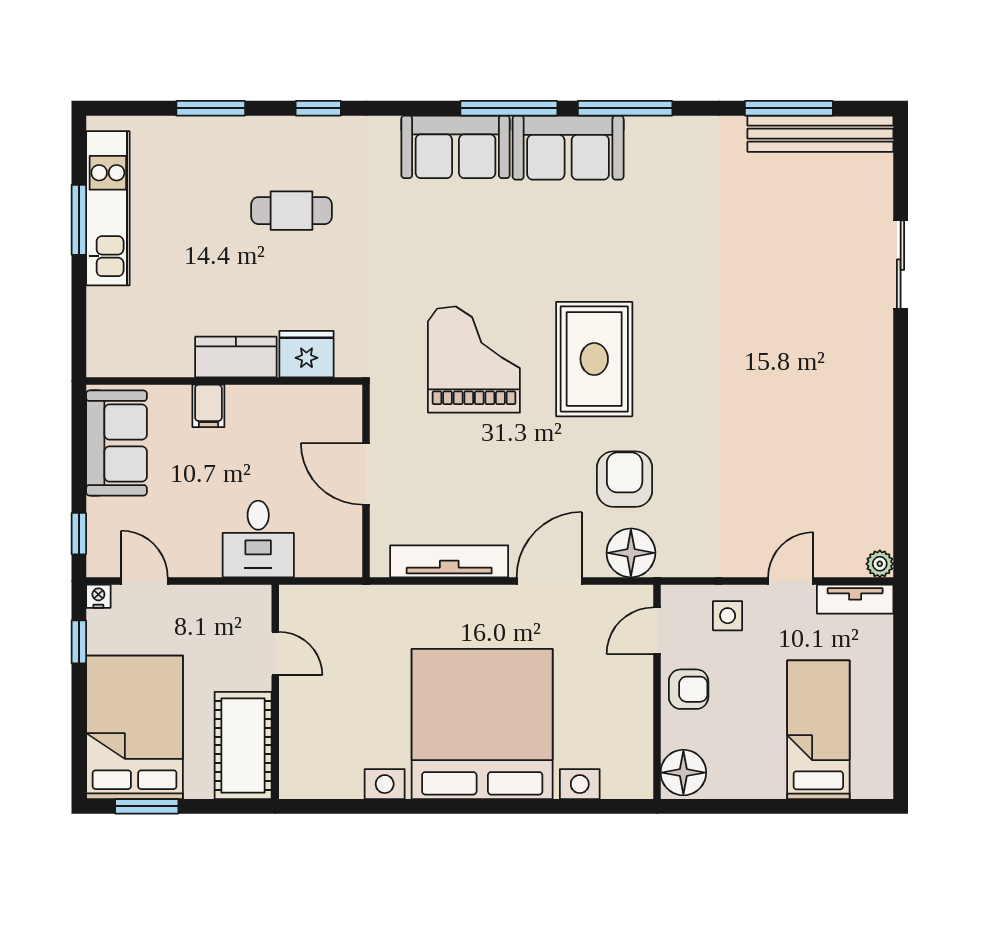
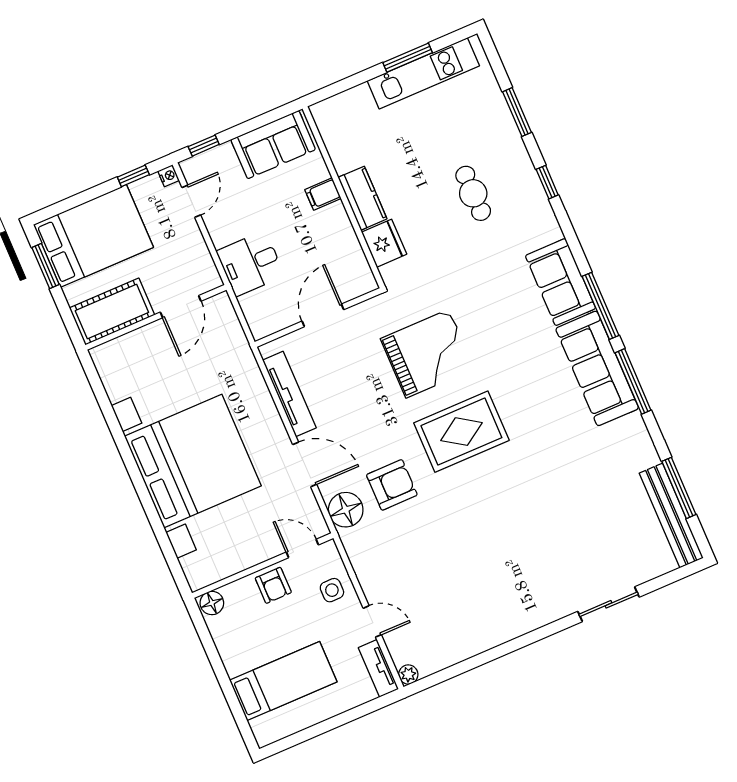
sofa: (568, 148) -> (597, 368), width x1.36
door: (275, 654) -> (181, 307), width x1.38
floor lamp: (683, 773) -> (212, 603), width x0.73, depth x0.73

